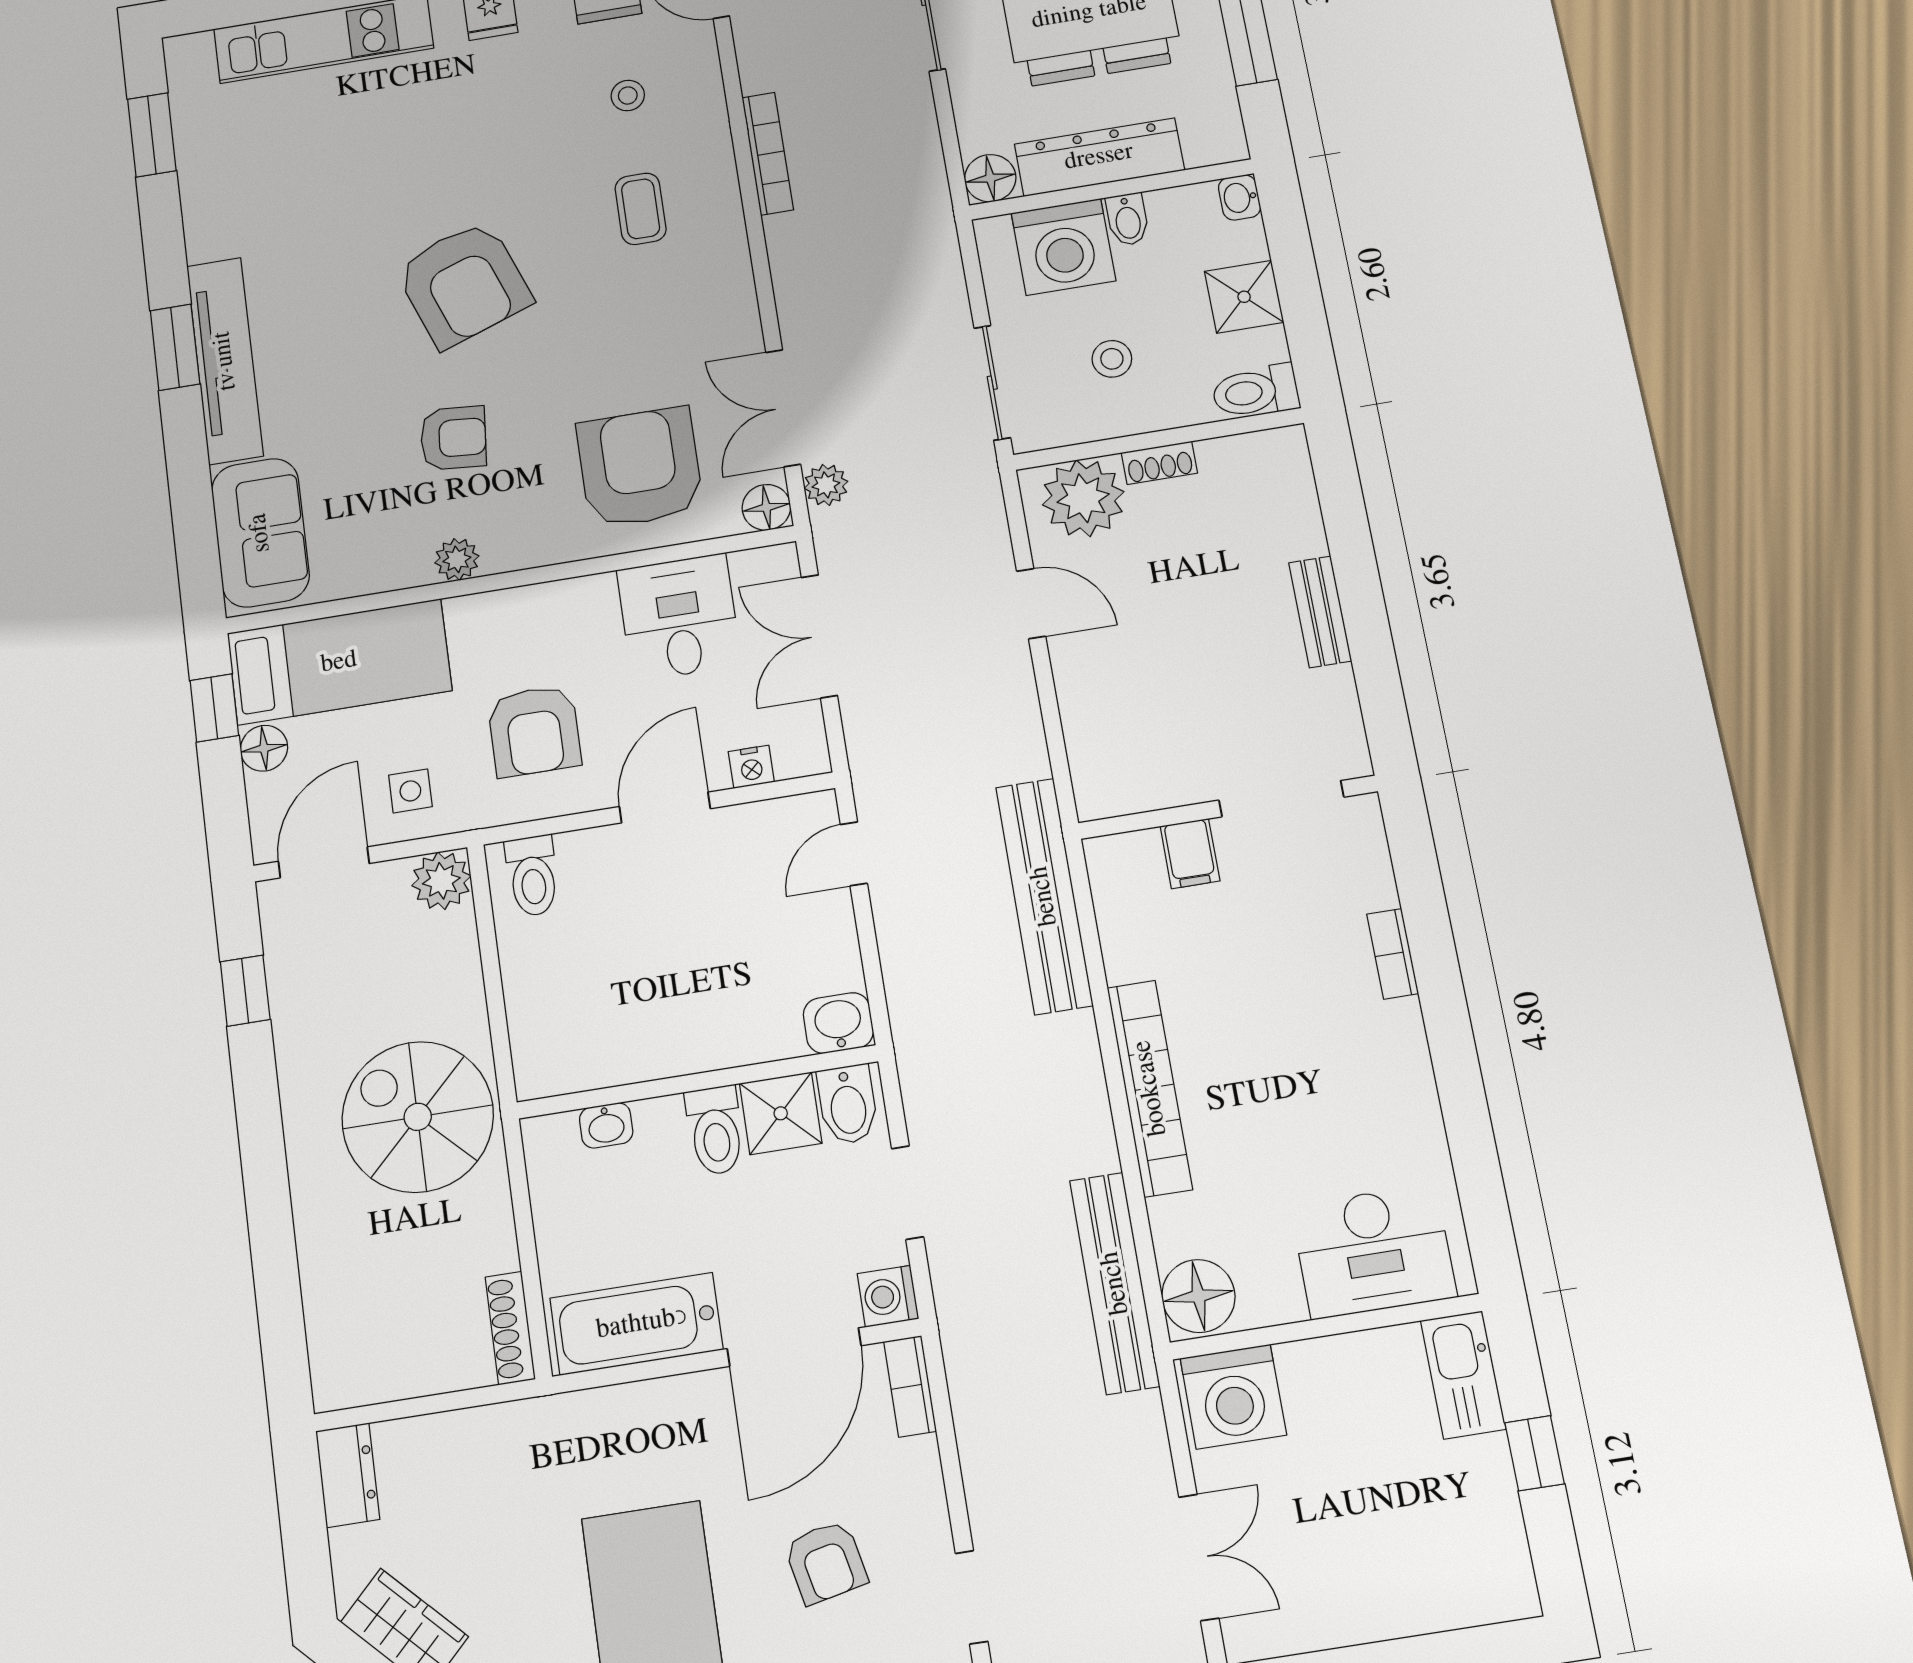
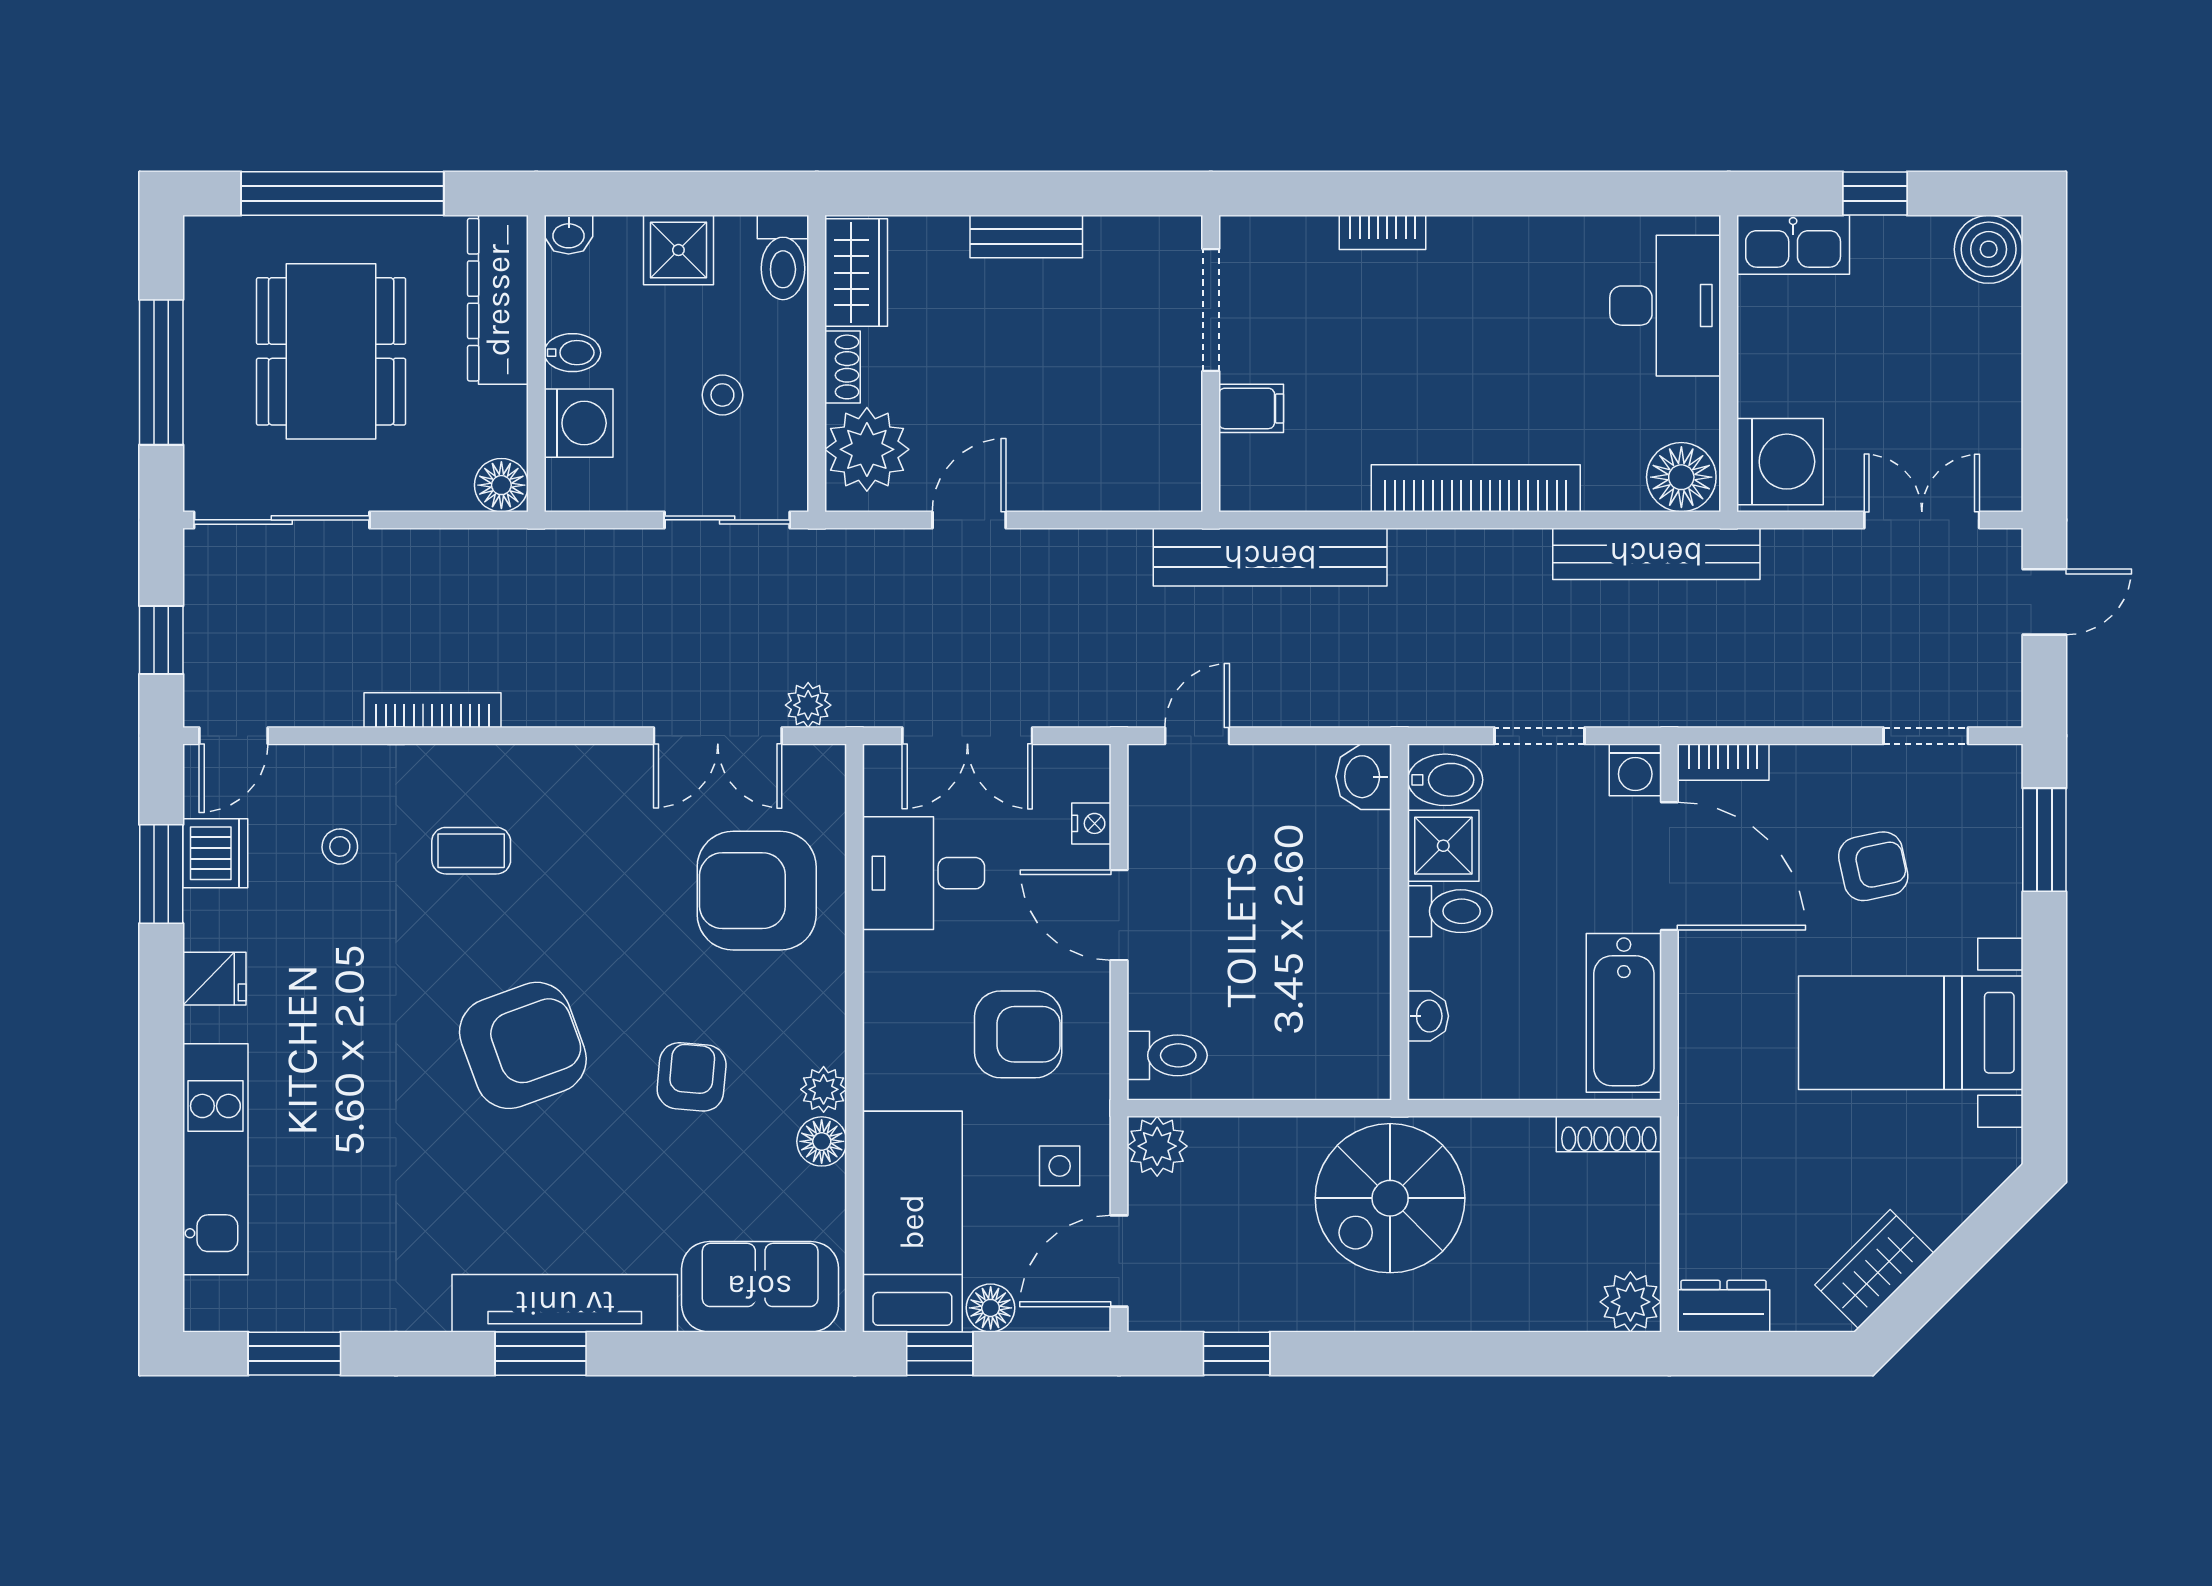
dresser: (1099, 157) -> (498, 300), moved
washing machine: (1063, 247) -> (579, 423), width x0.73, depth x0.73
wardrobe: (1254, 460) -> (856, 273), added
floor lamp: (766, 507) -> (822, 1141), moved
door: (854, 854) -> (1197, 736), swing flipped
door: (324, 862) -> (1119, 1261), hinge flipped
plant: (341, 1378) -> (1630, 1302), added
boiler: (1500, 1585) -> (1989, 249), added

